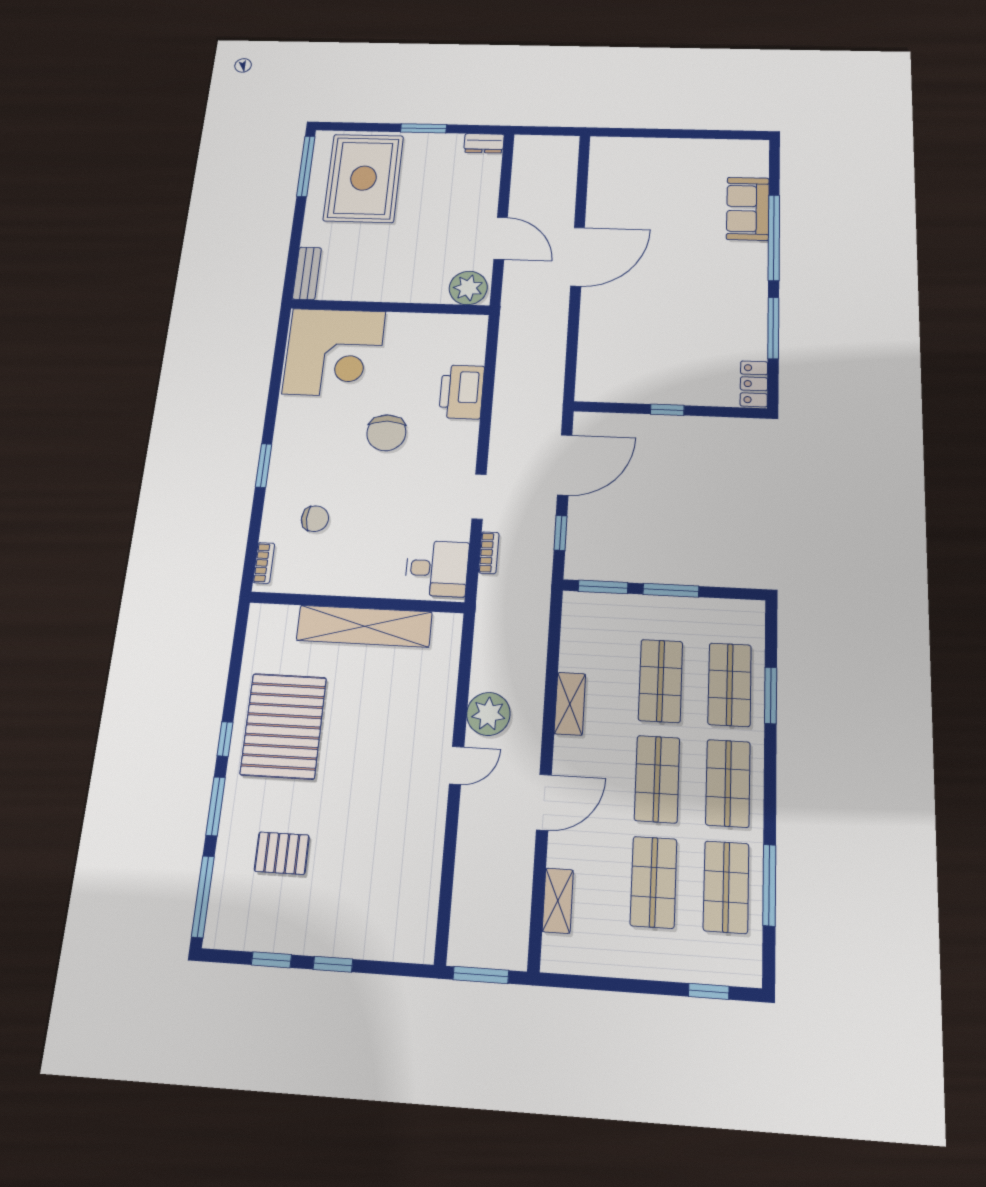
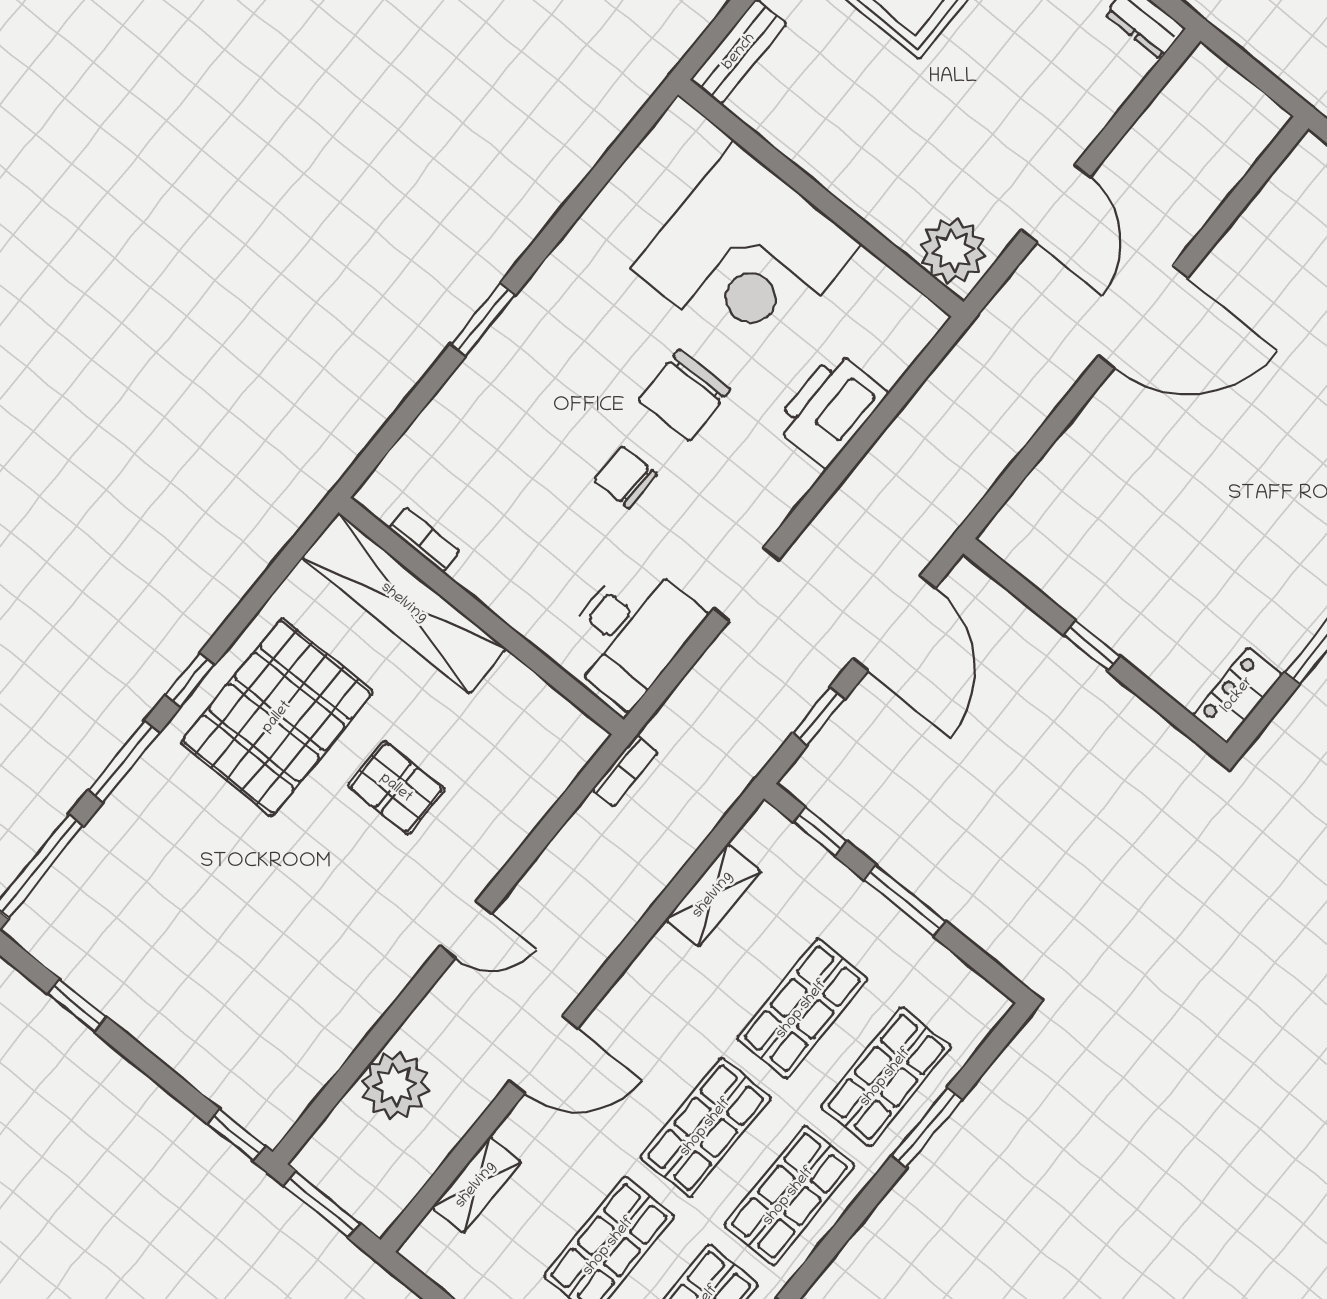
corner desk: (334, 353) -> (746, 256), moved
door: (565, 465) -> (894, 623), hinge flipped
chair: (315, 519) -> (625, 477), moved, turned 180
bookcase: (489, 553) -> (625, 771), moved
bookcase: (264, 563) -> (424, 540), moved, turned -90
desk: (437, 568) -> (630, 632), width x1.37
window: (603, 587) -> (820, 832), width x0.67
shelving: (364, 626) -> (404, 603), moved
shelving: (570, 704) -> (713, 895), moved
plant: (488, 714) -> (395, 1085), moved
pallet: (282, 853) -> (396, 788), moved
window: (333, 964) -> (236, 1135), moved

